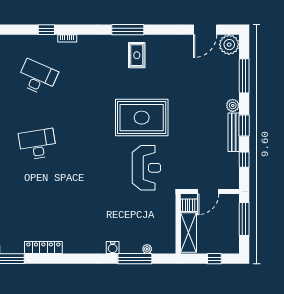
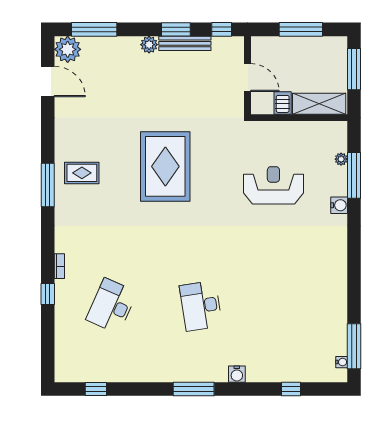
window: (244, 76) -> (94, 29), moved
reception desk: (146, 168) -> (273, 185), moved
door: (208, 191) -> (247, 77), moved
wall: (210, 191) -> (247, 75), moved
locker: (43, 248) -> (339, 298), removed
window: (214, 259) -> (354, 69), width x2.17

